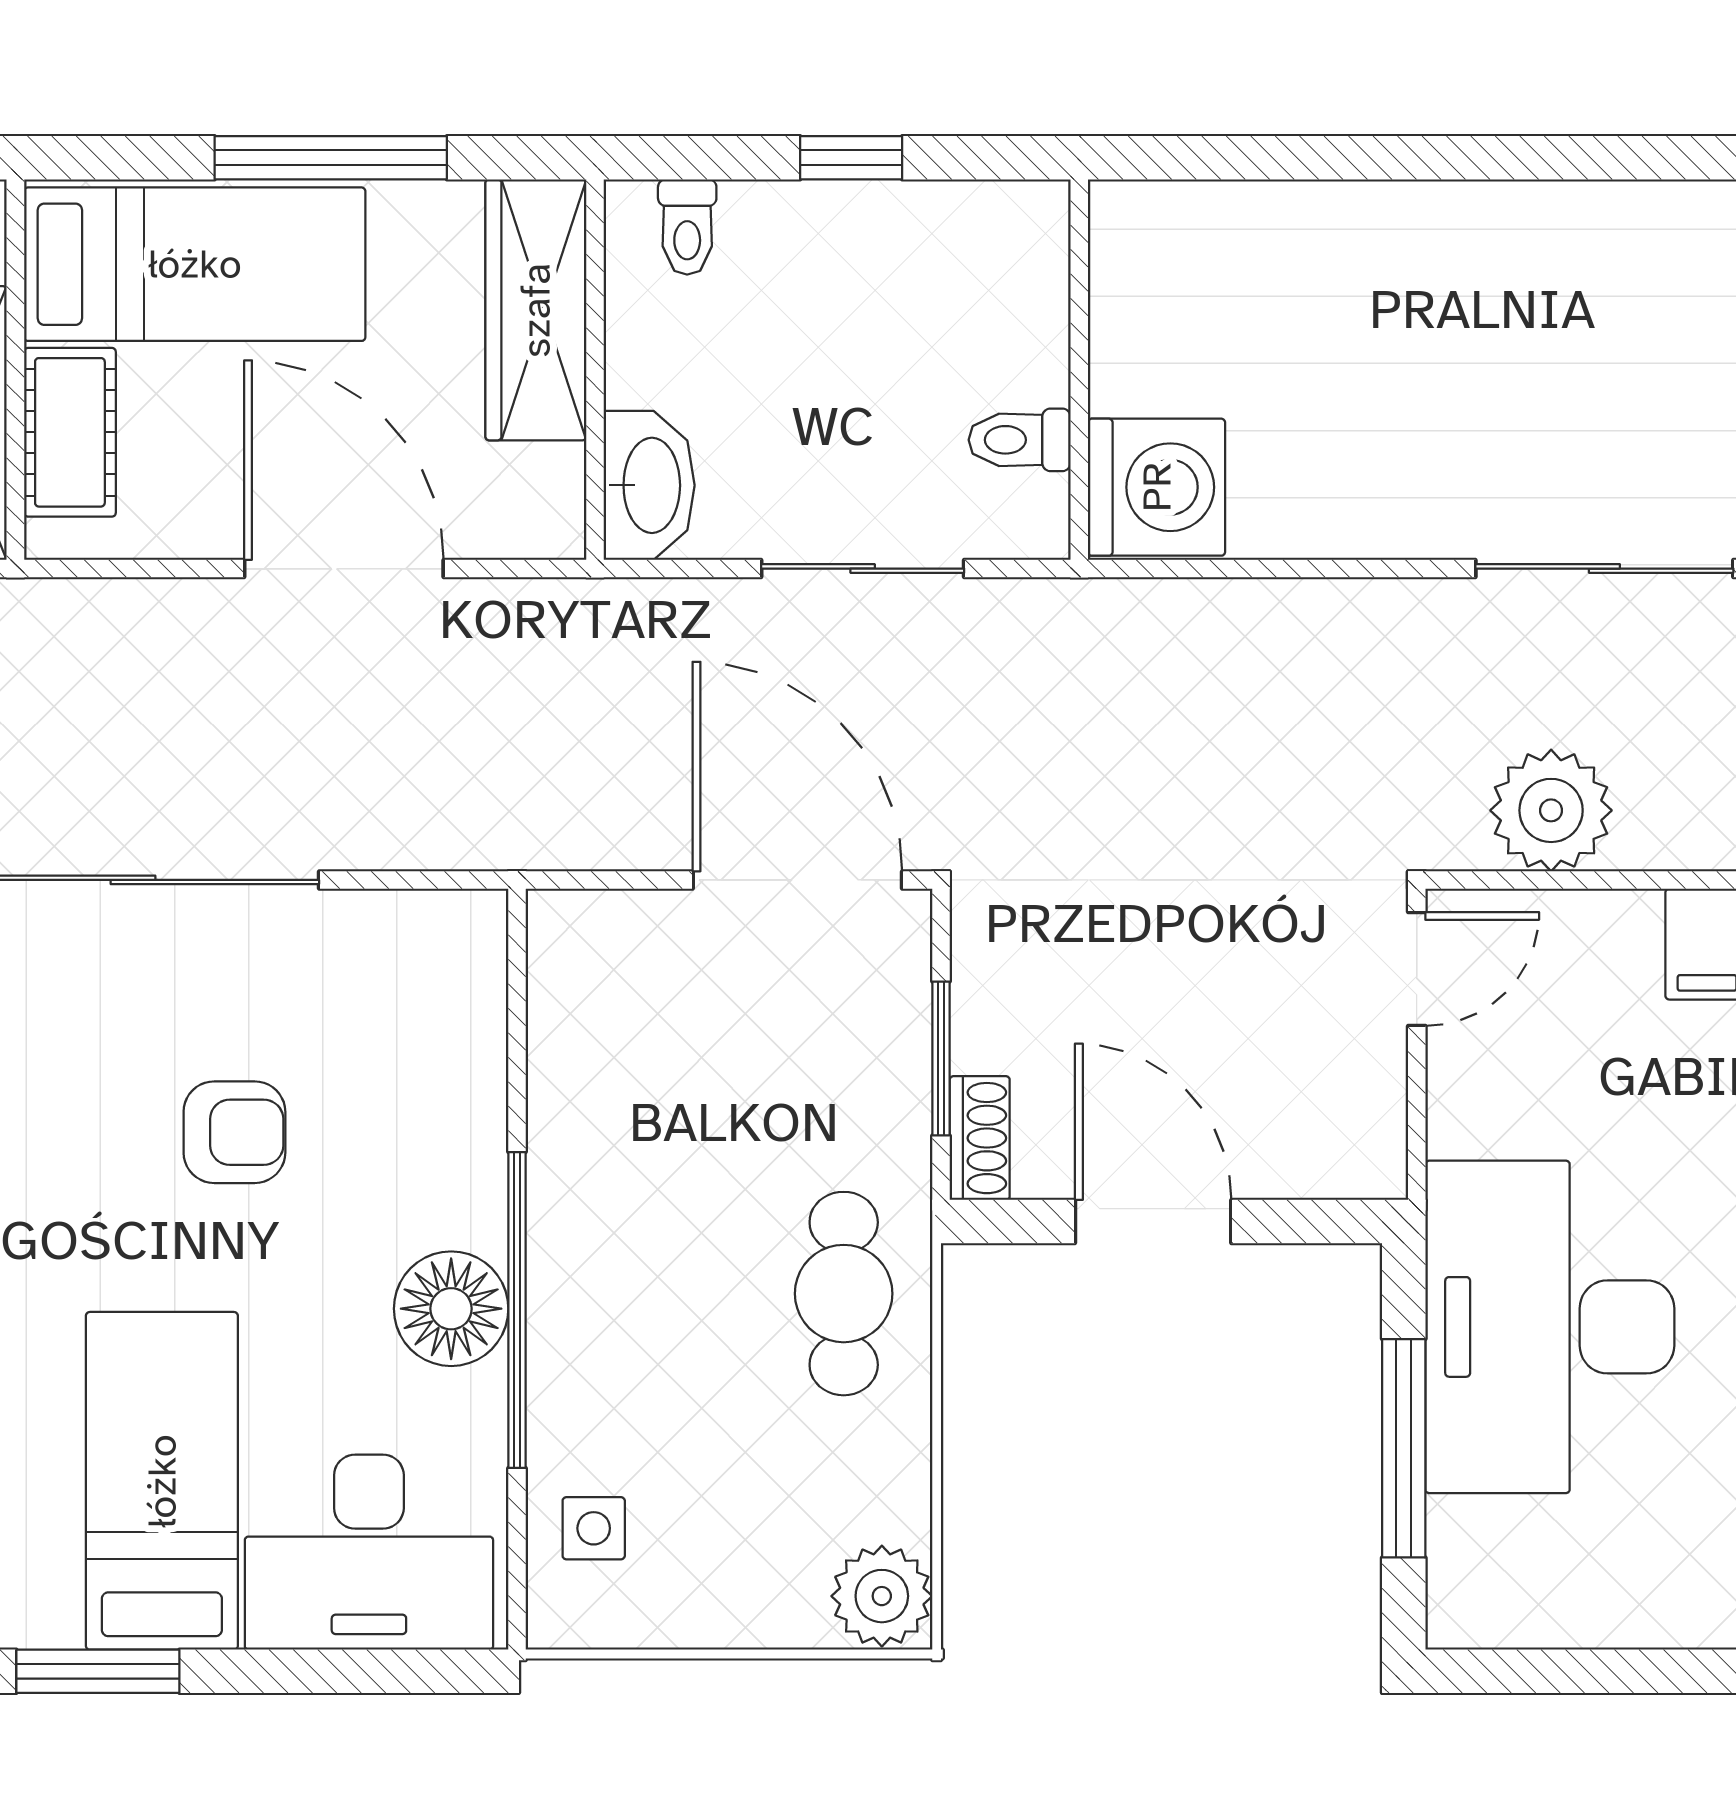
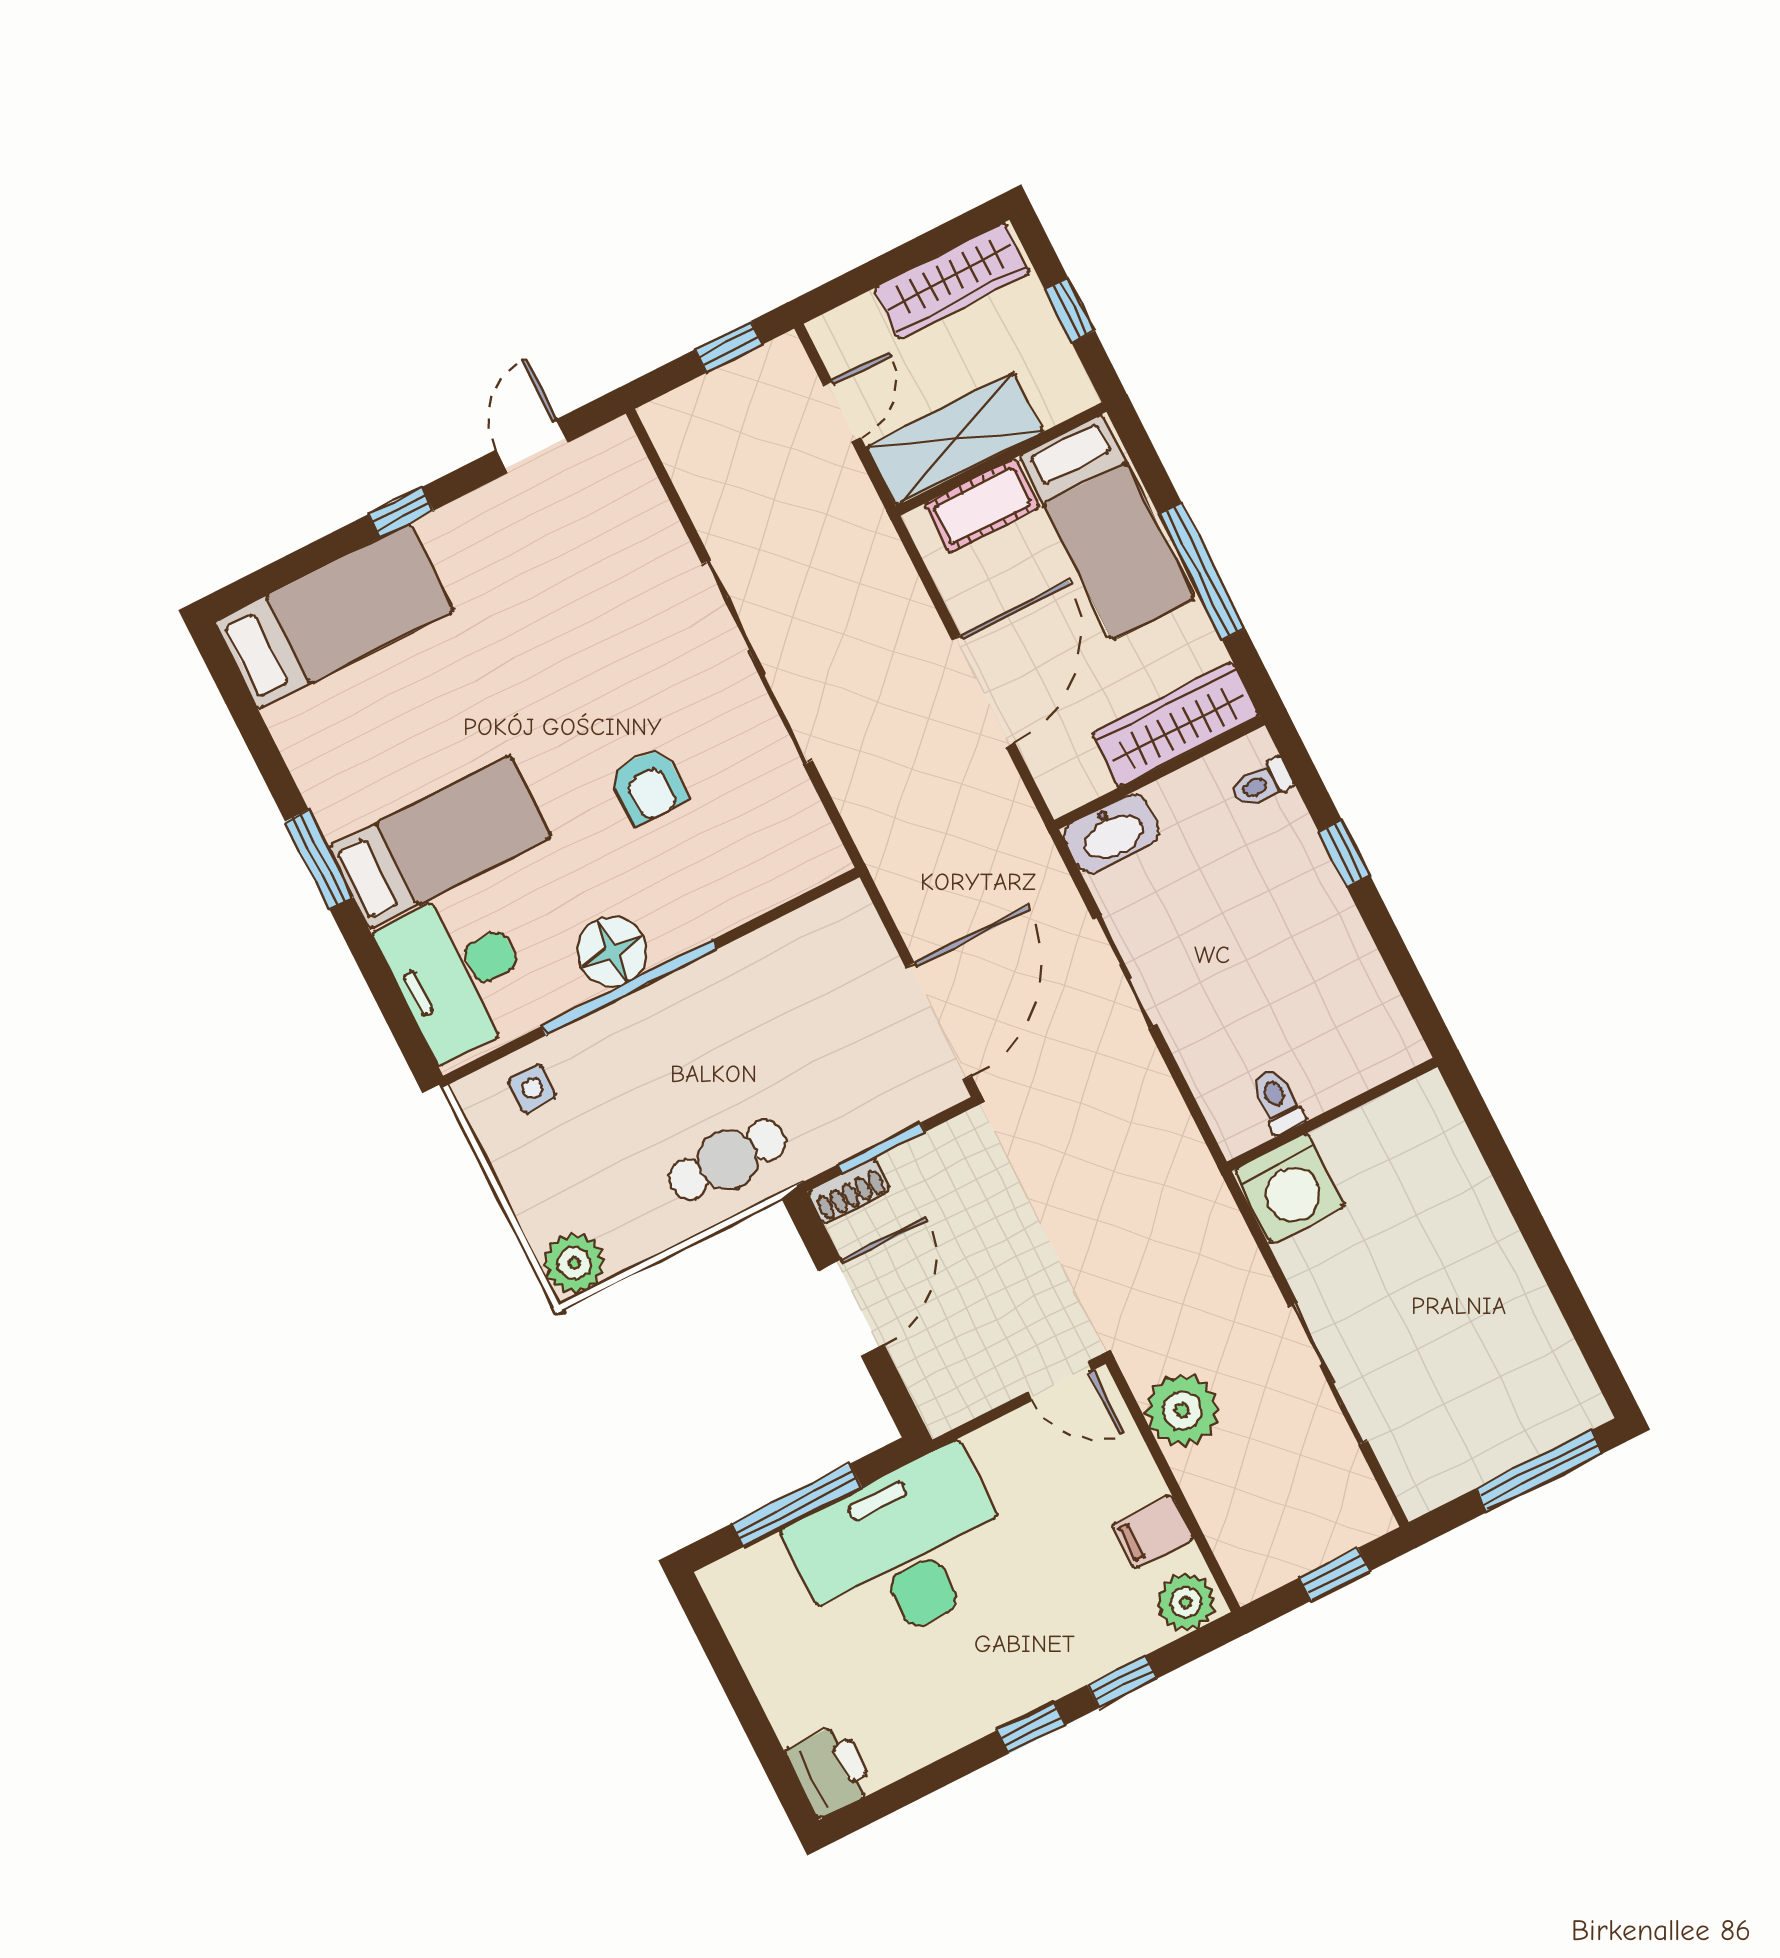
wall: (1079, 370) -> (1332, 1114), moved
toilet: (1020, 440) -> (1278, 1101), moved
washing machine: (1157, 487) -> (1290, 1188), moved

